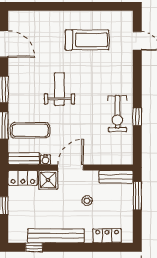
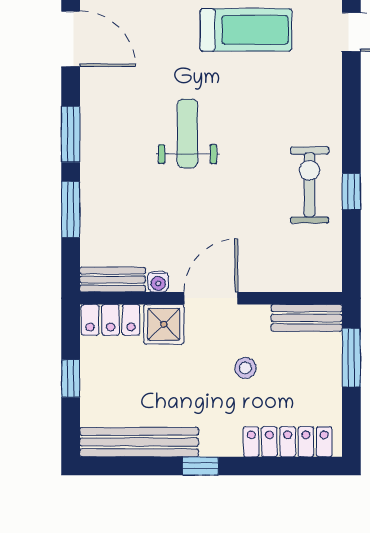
exercise bike: (117, 114) -> (310, 185), turned 180
exercise mat: (30, 130) -> (126, 220), removed
bench: (56, 236) -> (139, 442), moved
locker: (107, 236) -> (288, 442), width x1.53
window: (34, 247) -> (200, 466), moved

